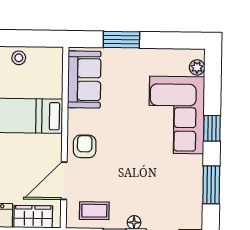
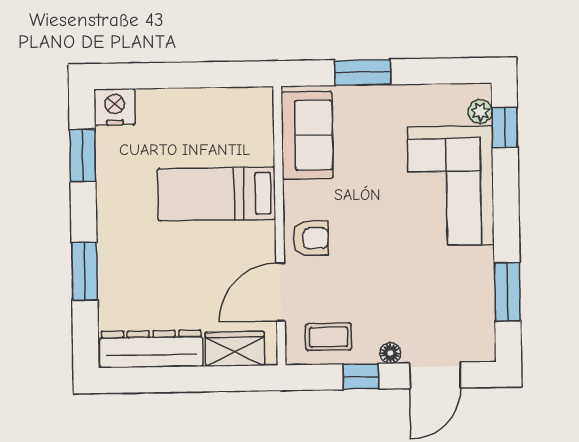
stool: (19, 58) -> (205, 105), removed
window: (212, 128) -> (505, 128), moved
armchair: (85, 146) -> (311, 238), turned 90

